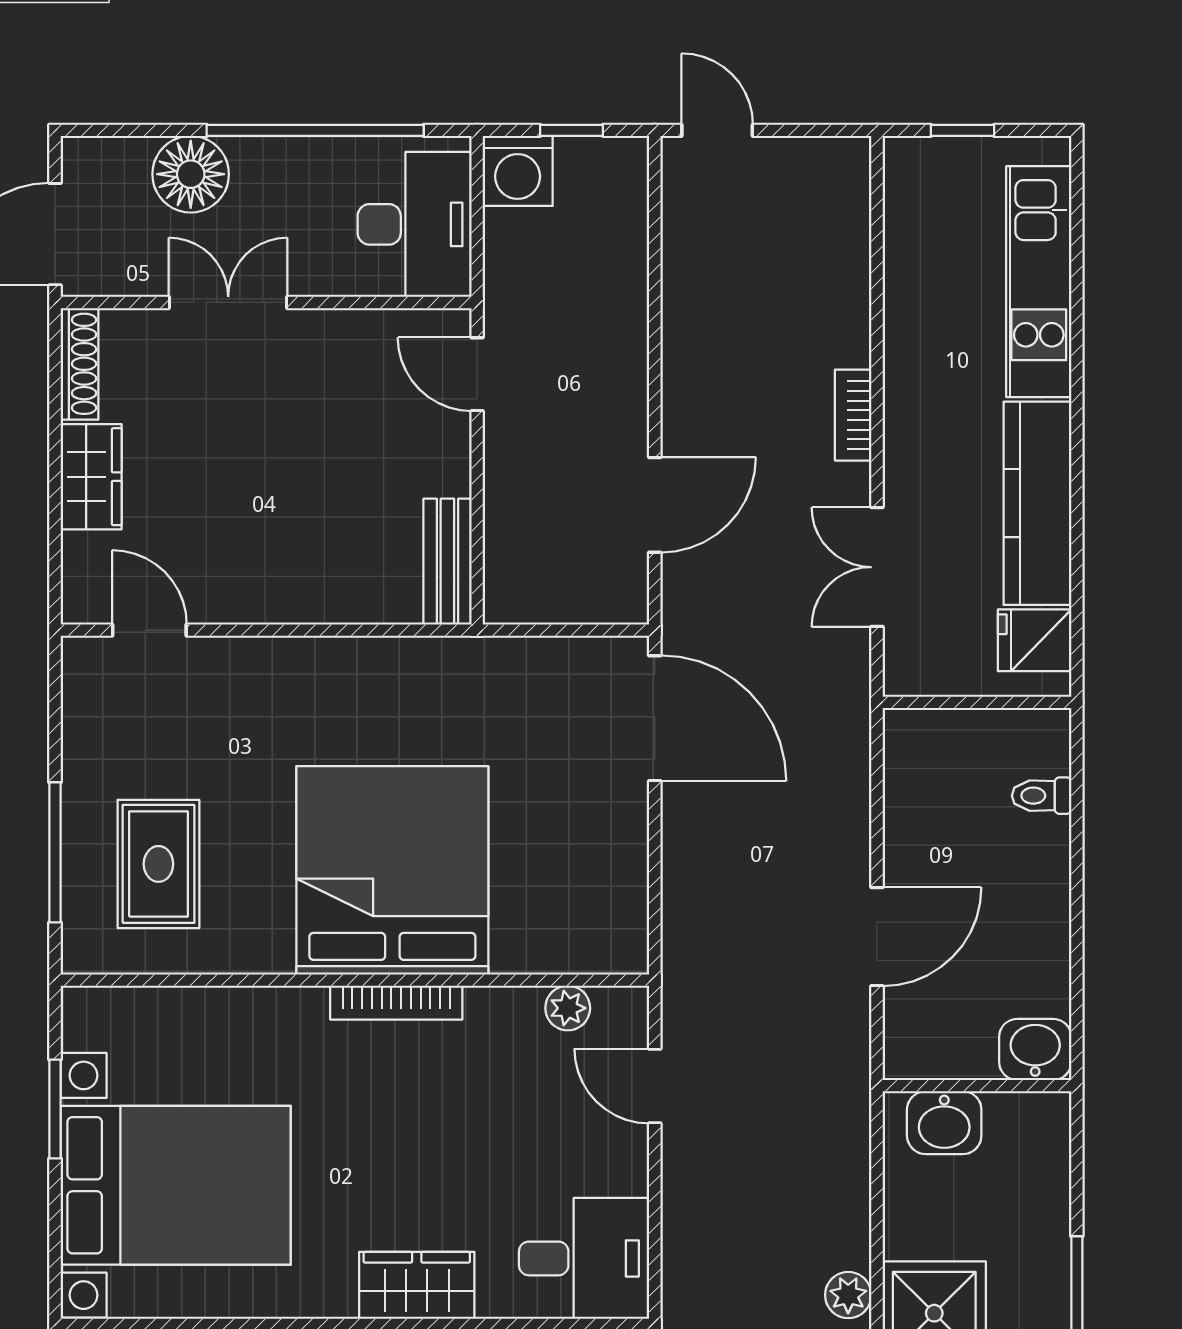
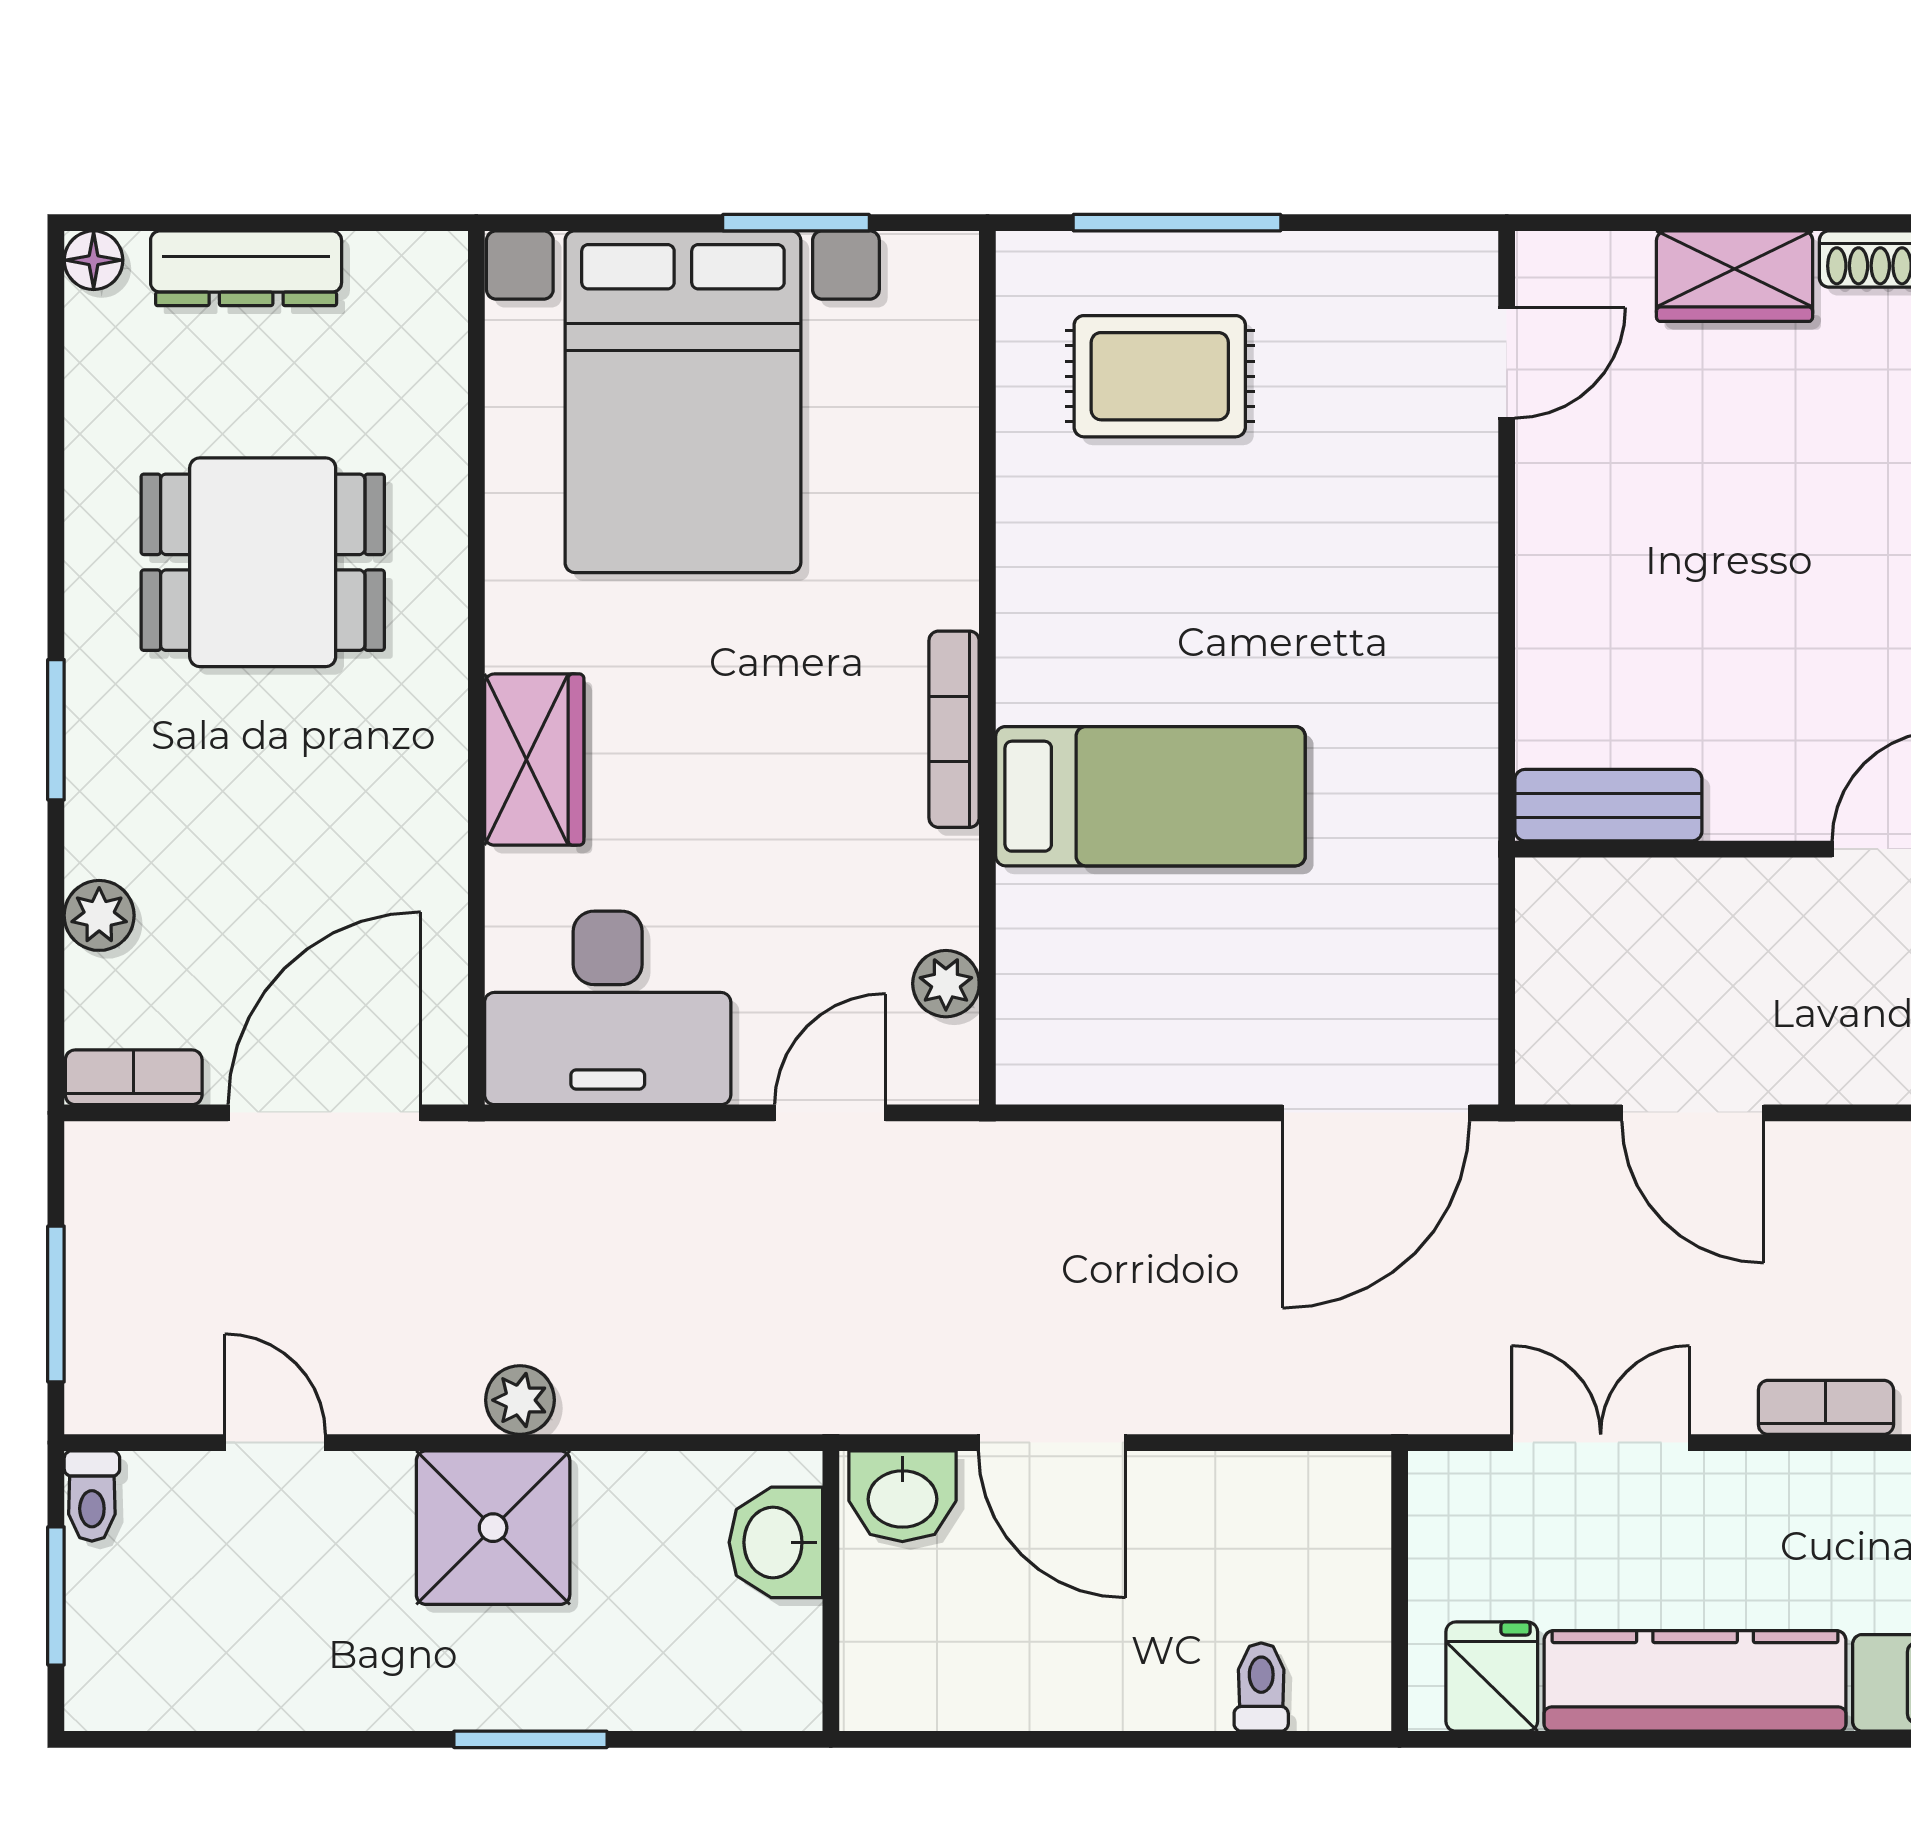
bed: (392, 870) -> (1150, 796), width x0.49
washbasin: (1035, 1049) -> (902, 1496), moved, turned 90
desk: (584, 1258) -> (608, 1008), width x1.37

